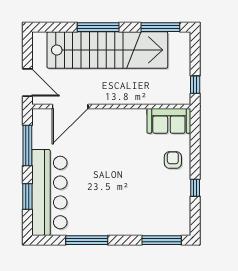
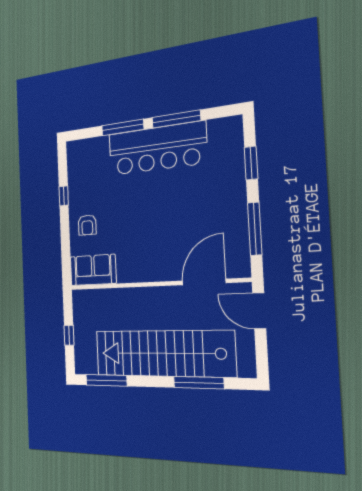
window: (98, 27) -> (199, 383), moved
window: (195, 85) -> (69, 335), moved
bar counter: (49, 192) -> (157, 149), moved, turned -90
window: (162, 240) -> (123, 127), moved

